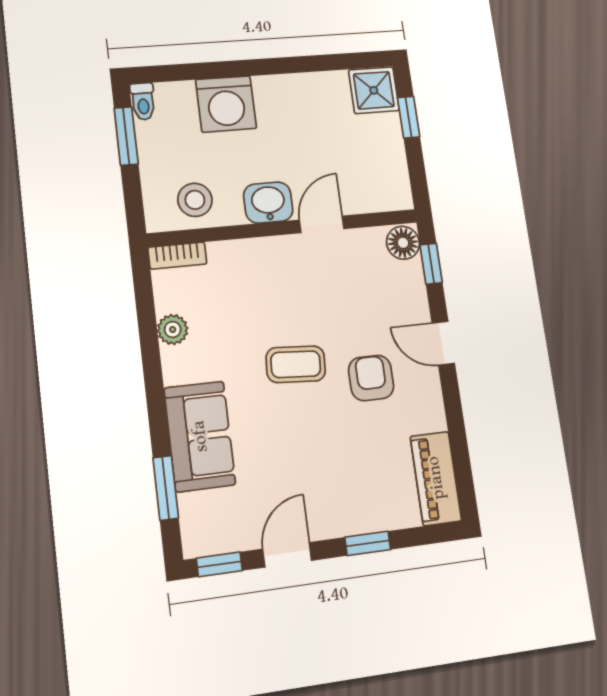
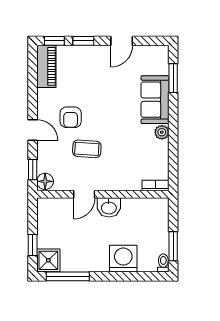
window: (332, 62) -> (68, 276), added
stool: (195, 200) -> (144, 212), removed
plant: (173, 329) -> (162, 132), moved
coffee table: (296, 364) -> (87, 149), moved
window: (219, 564) -> (54, 41), moved

